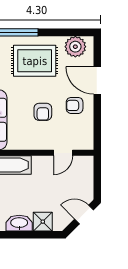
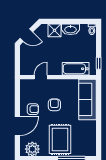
rug: (35, 61) -> (60, 139), turned 90
door: (97, 80) -> (17, 126), hinge flipped

